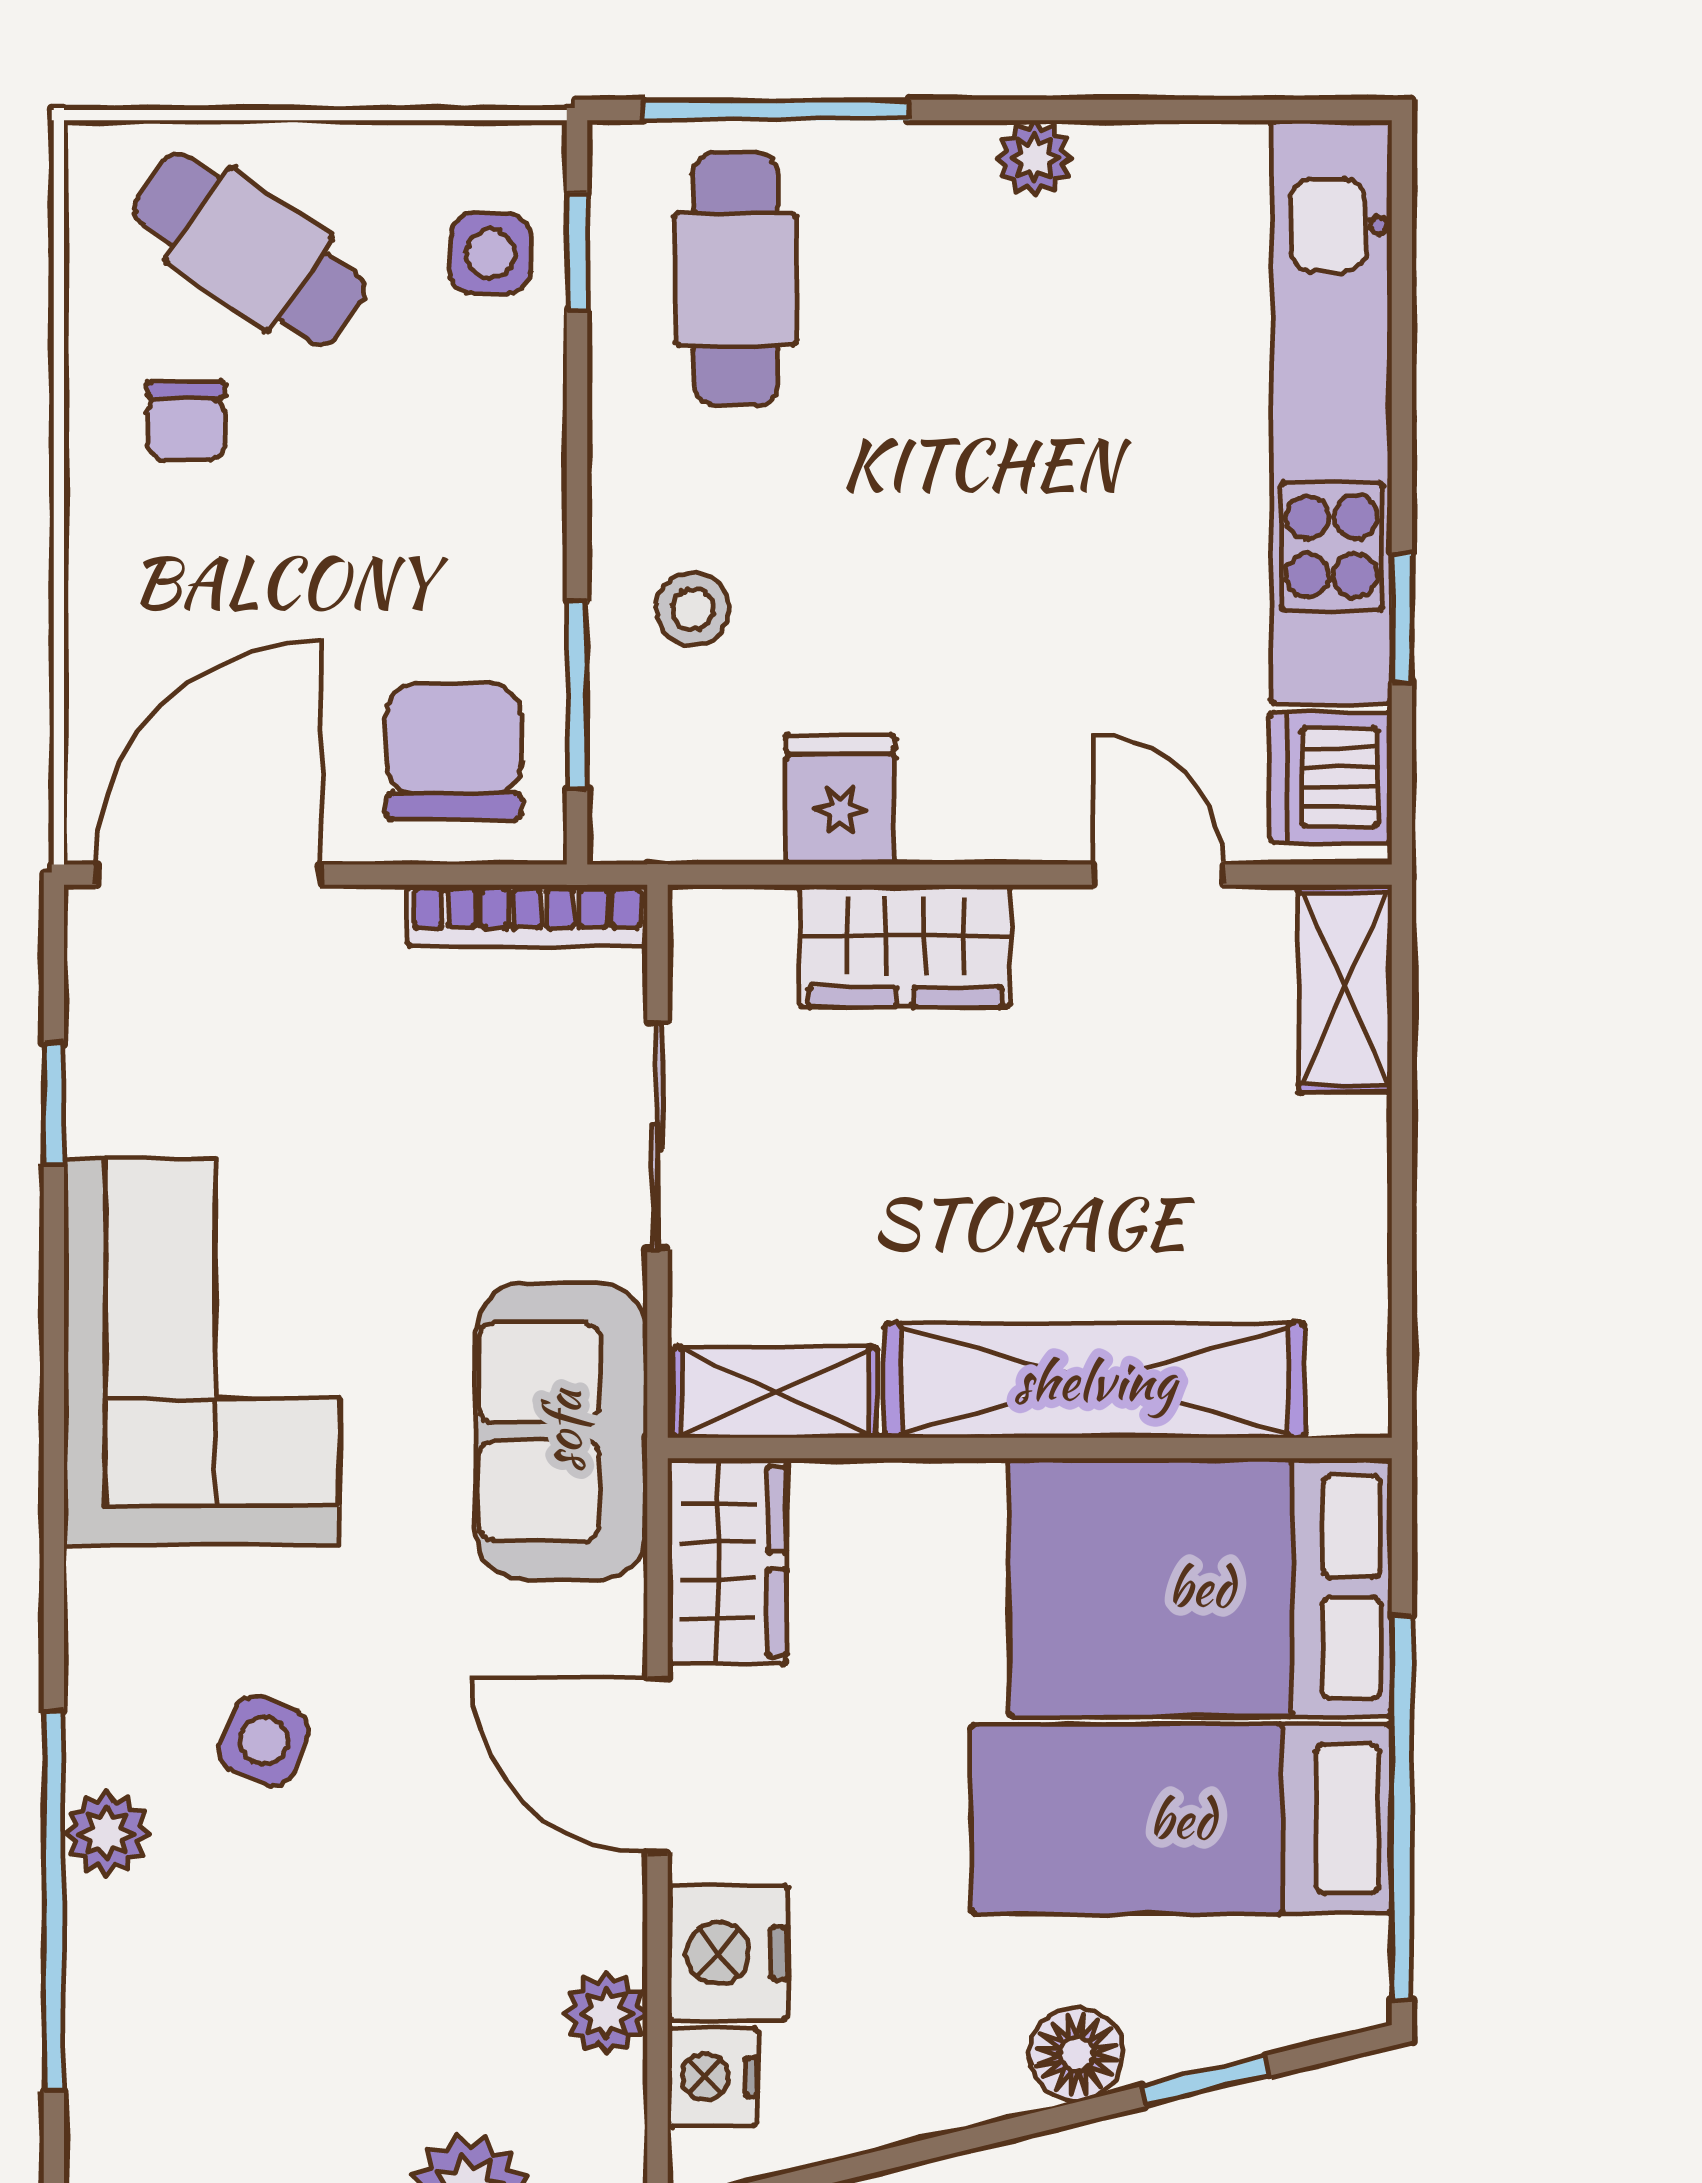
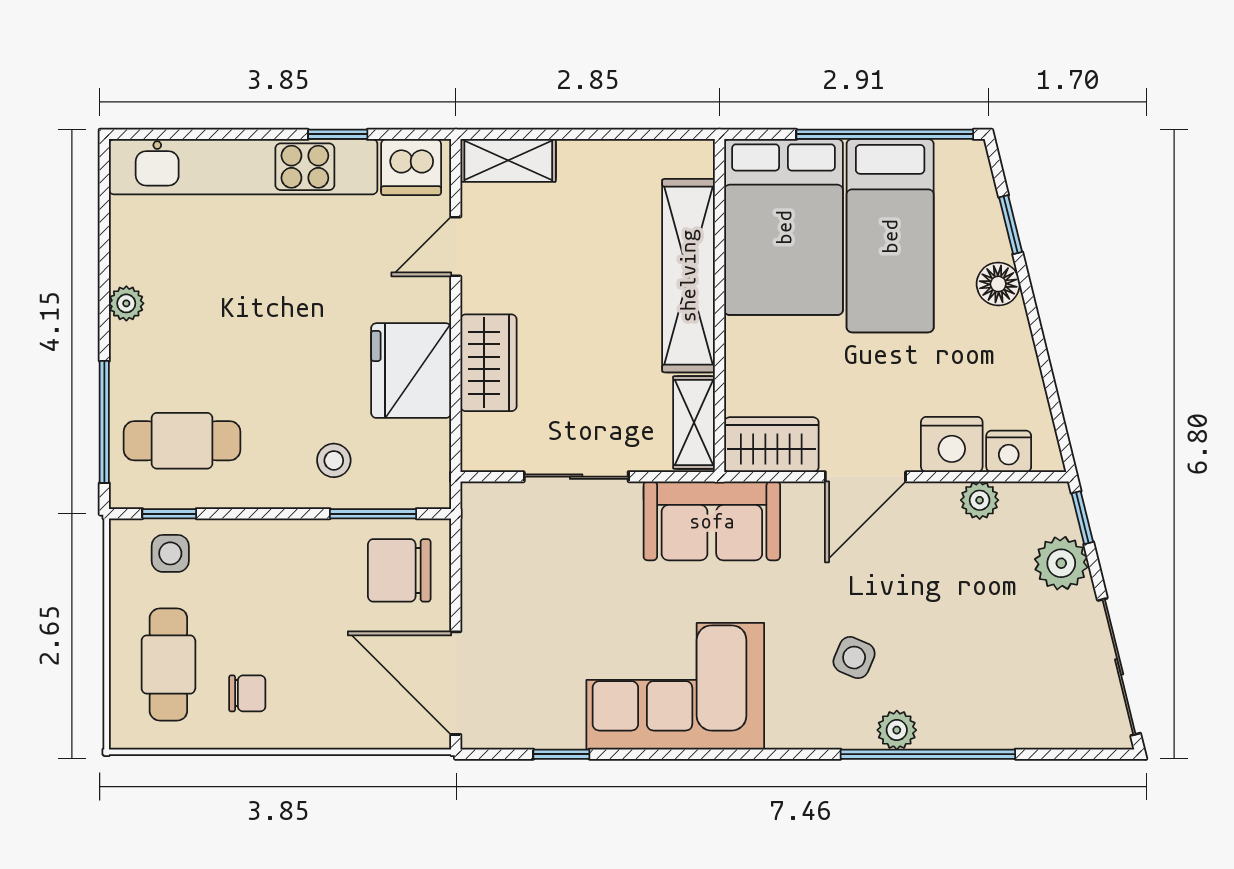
cafe table: (249, 250) -> (168, 665), turned -35
fridge: (840, 799) -> (411, 371), width x1.88, depth x1.34
bookcase: (527, 915) -> (475, 537), removed

